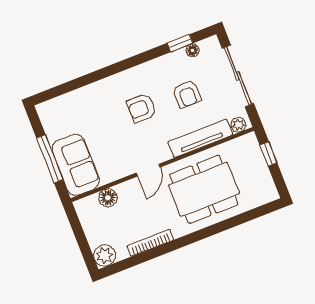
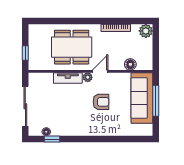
armchair: (187, 94) -> (60, 107), removed
armchair: (142, 108) -> (101, 102), moved
plant: (239, 125) -> (88, 77), moved
tv unit: (200, 138) -> (68, 78), width x0.71
sofa: (76, 165) -> (142, 98), width x1.36

